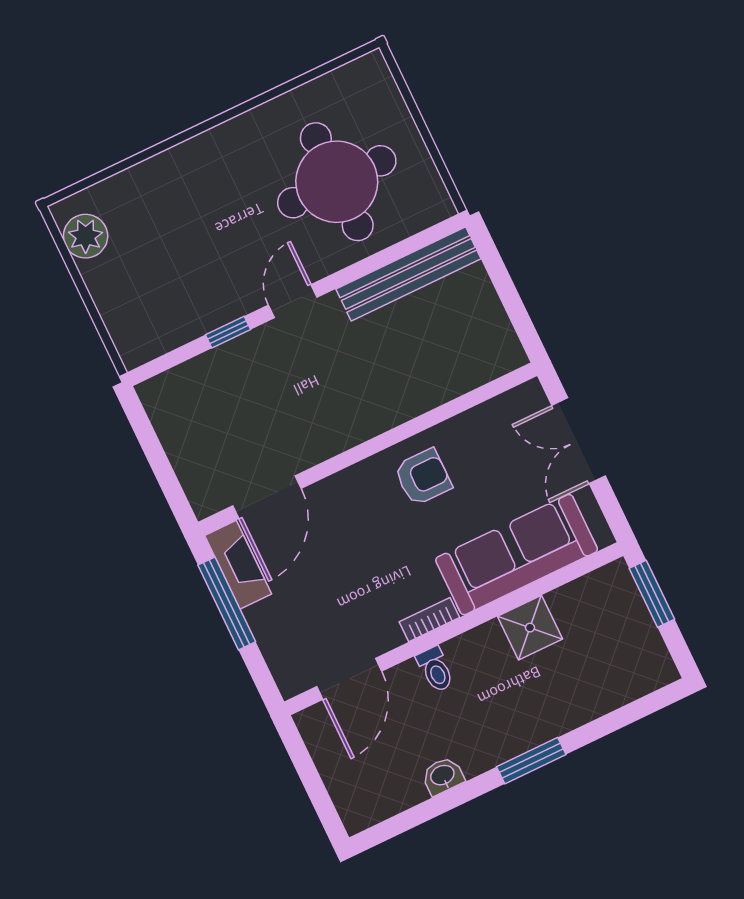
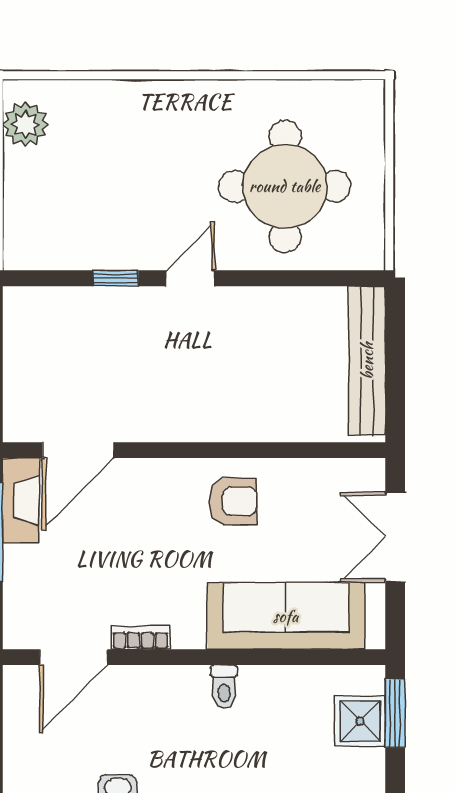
bench: (408, 274) -> (367, 361), moved, turned 90
bookcase: (429, 620) -> (140, 638), moved
shower: (530, 628) -> (360, 721), moved
toilet: (435, 669) -> (224, 687), moved

